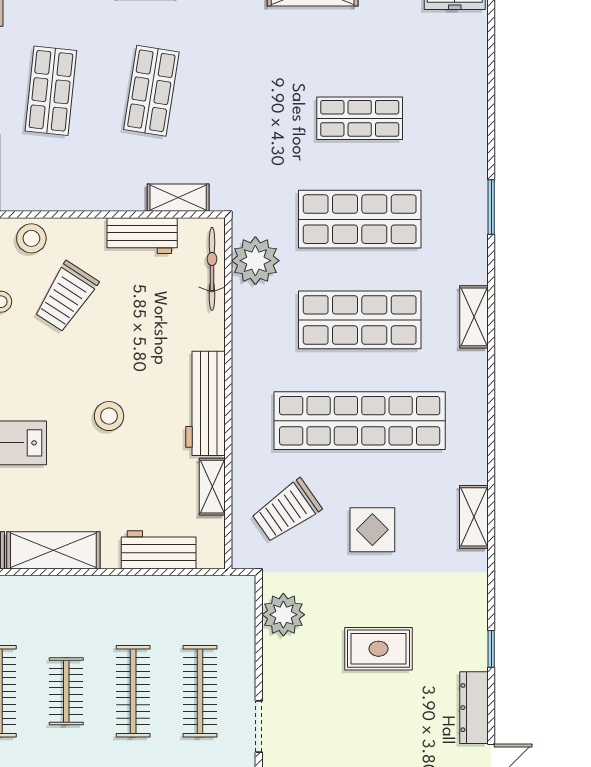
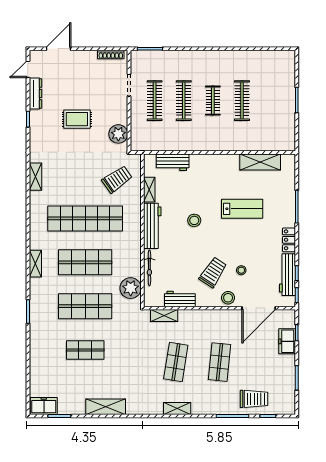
bicycle: (212, 269) -> (149, 268), moved
display table: (372, 530) -> (80, 171), removed
shelving: (53, 550) -> (218, 162), removed

